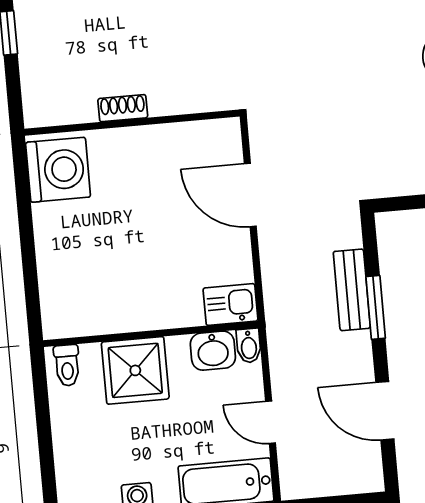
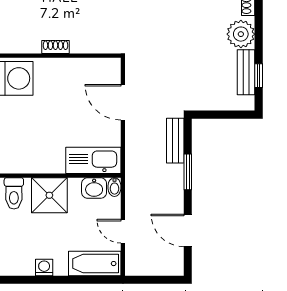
bench: (352, 290) -> (175, 141), moved
kitchen sink: (230, 305) -> (93, 160), width x1.88, depth x1.24
toilet: (67, 365) -> (14, 193), width x1.37, depth x1.39

